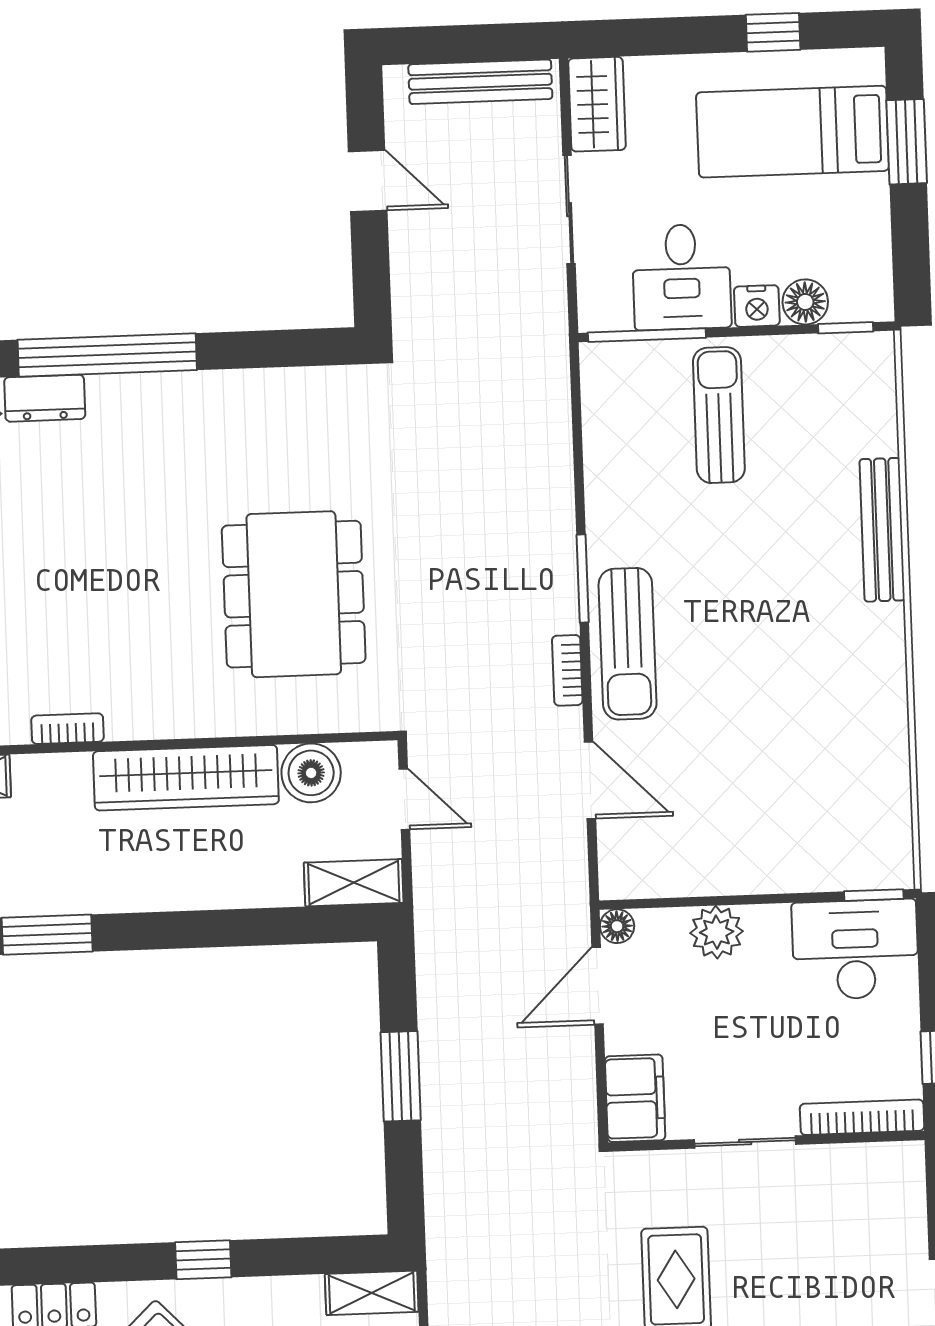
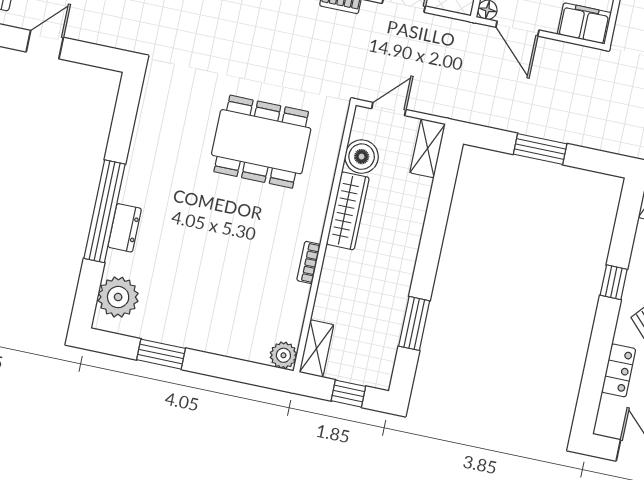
dresser: (45, 398) -> (125, 228), moved
bookcase: (67, 729) -> (309, 262), moved
wardrobe: (186, 778) -> (348, 211), width x0.71, depth x0.85

